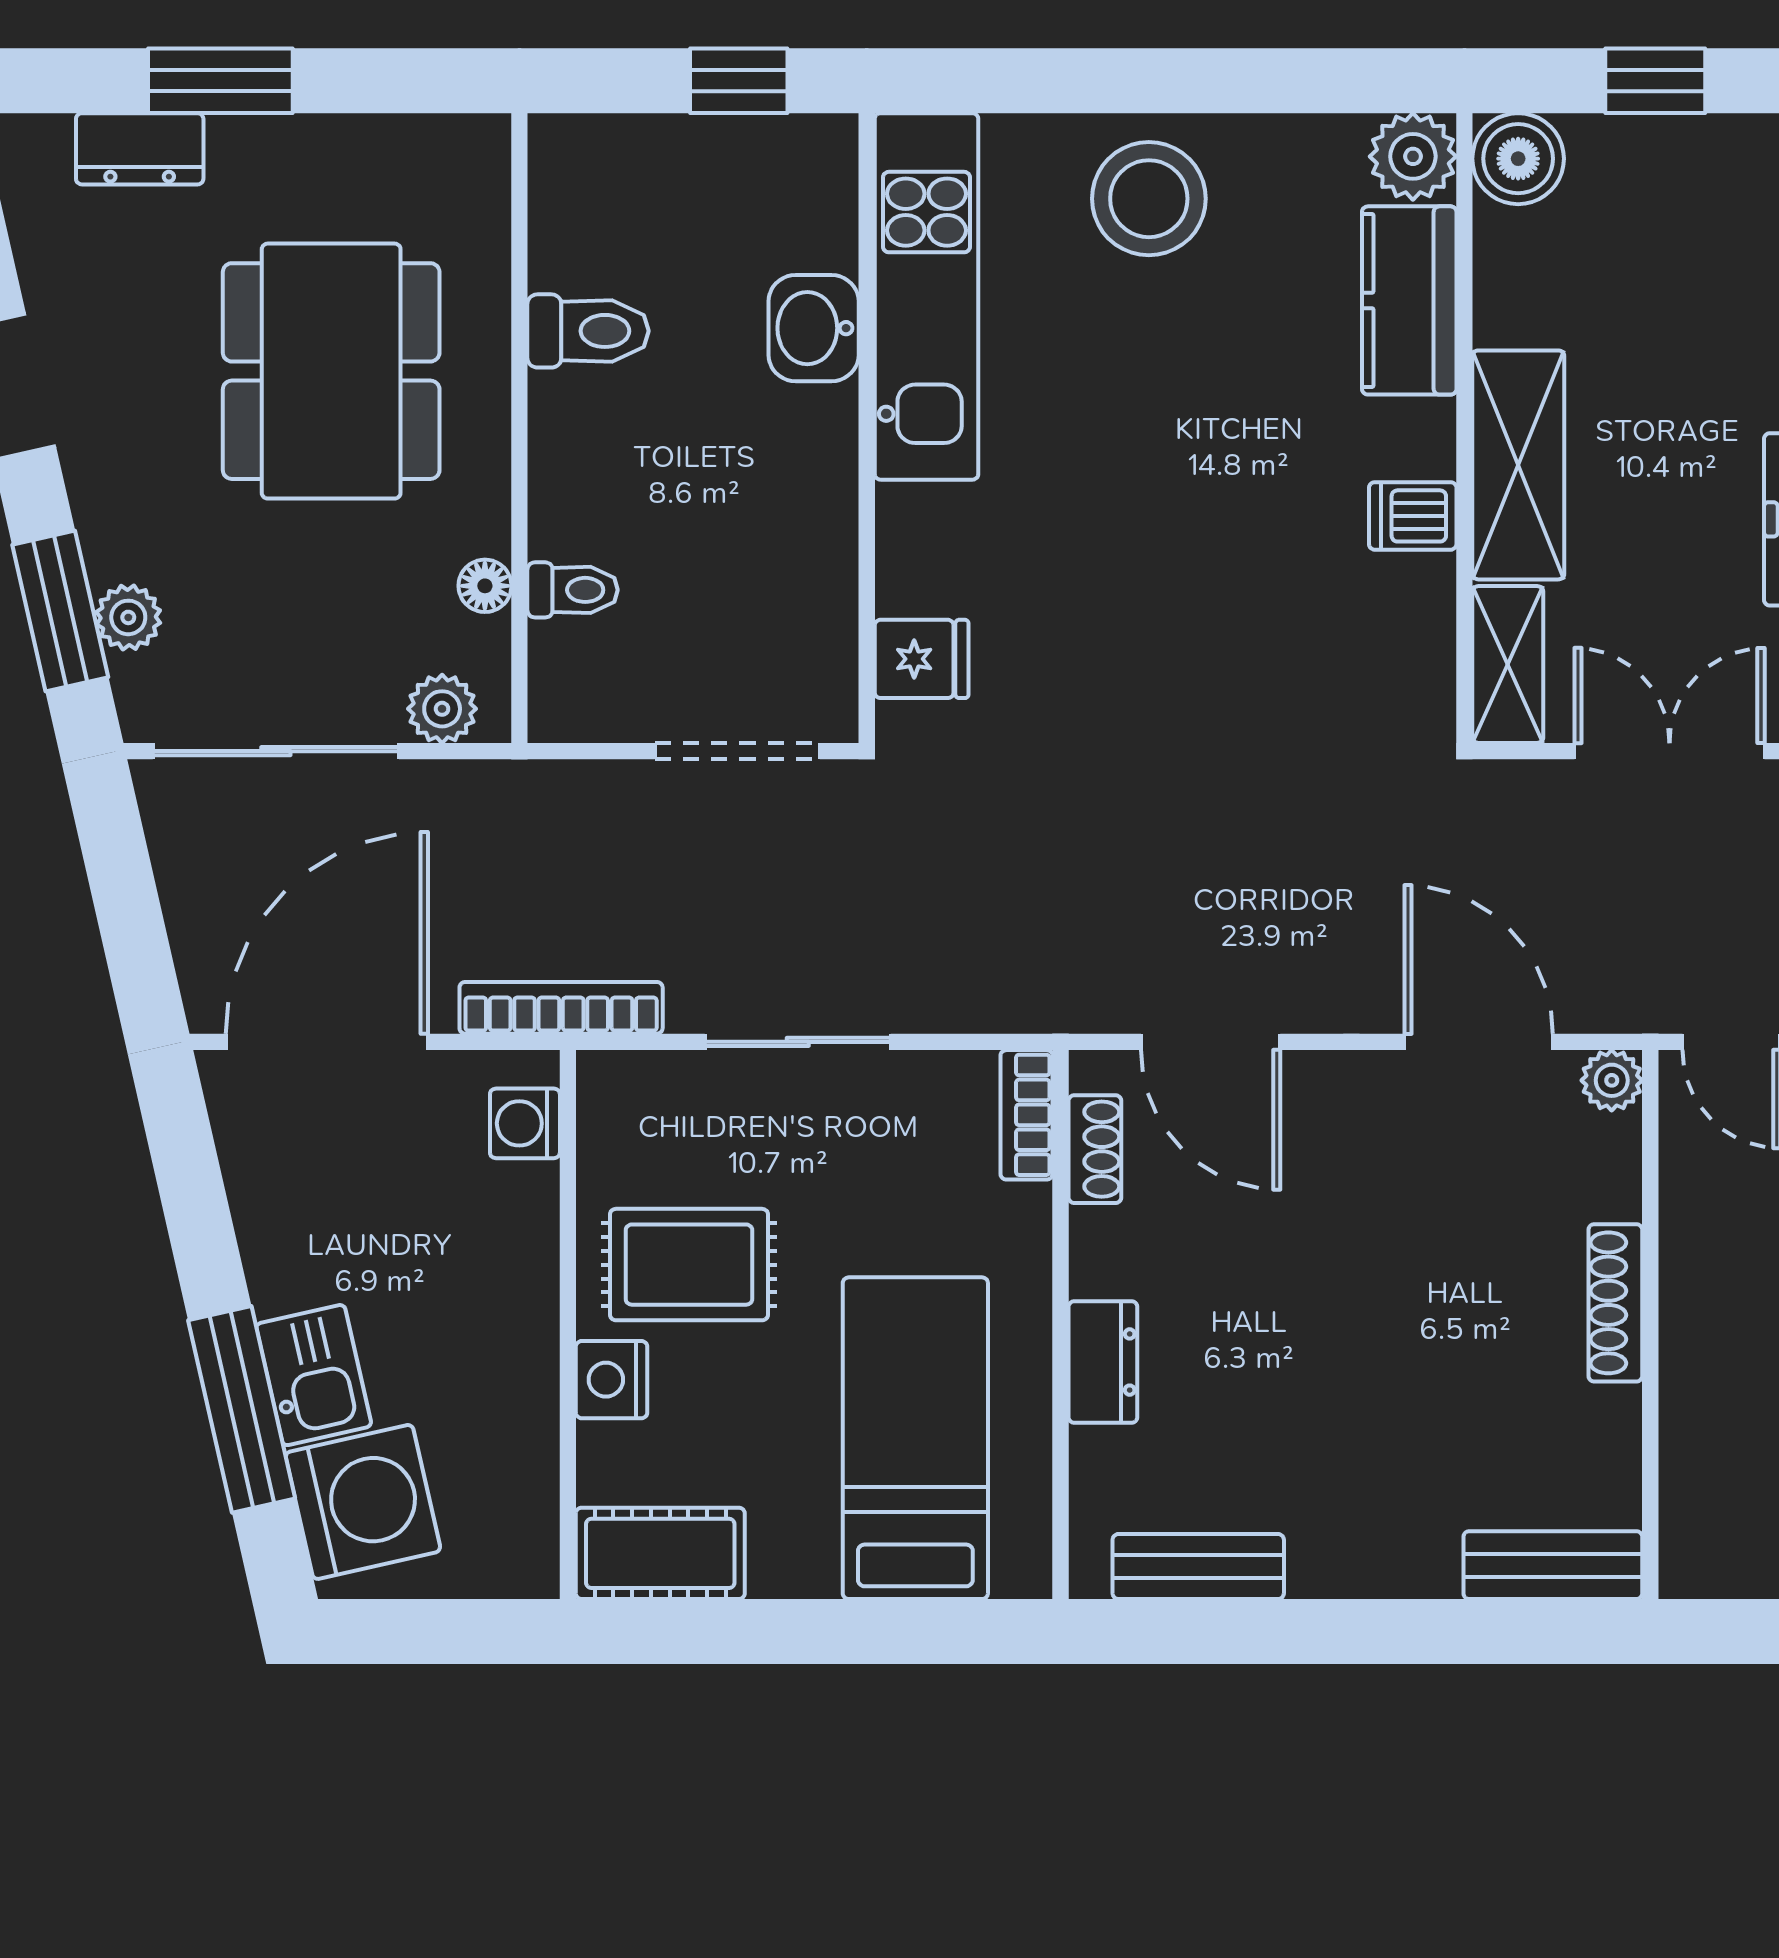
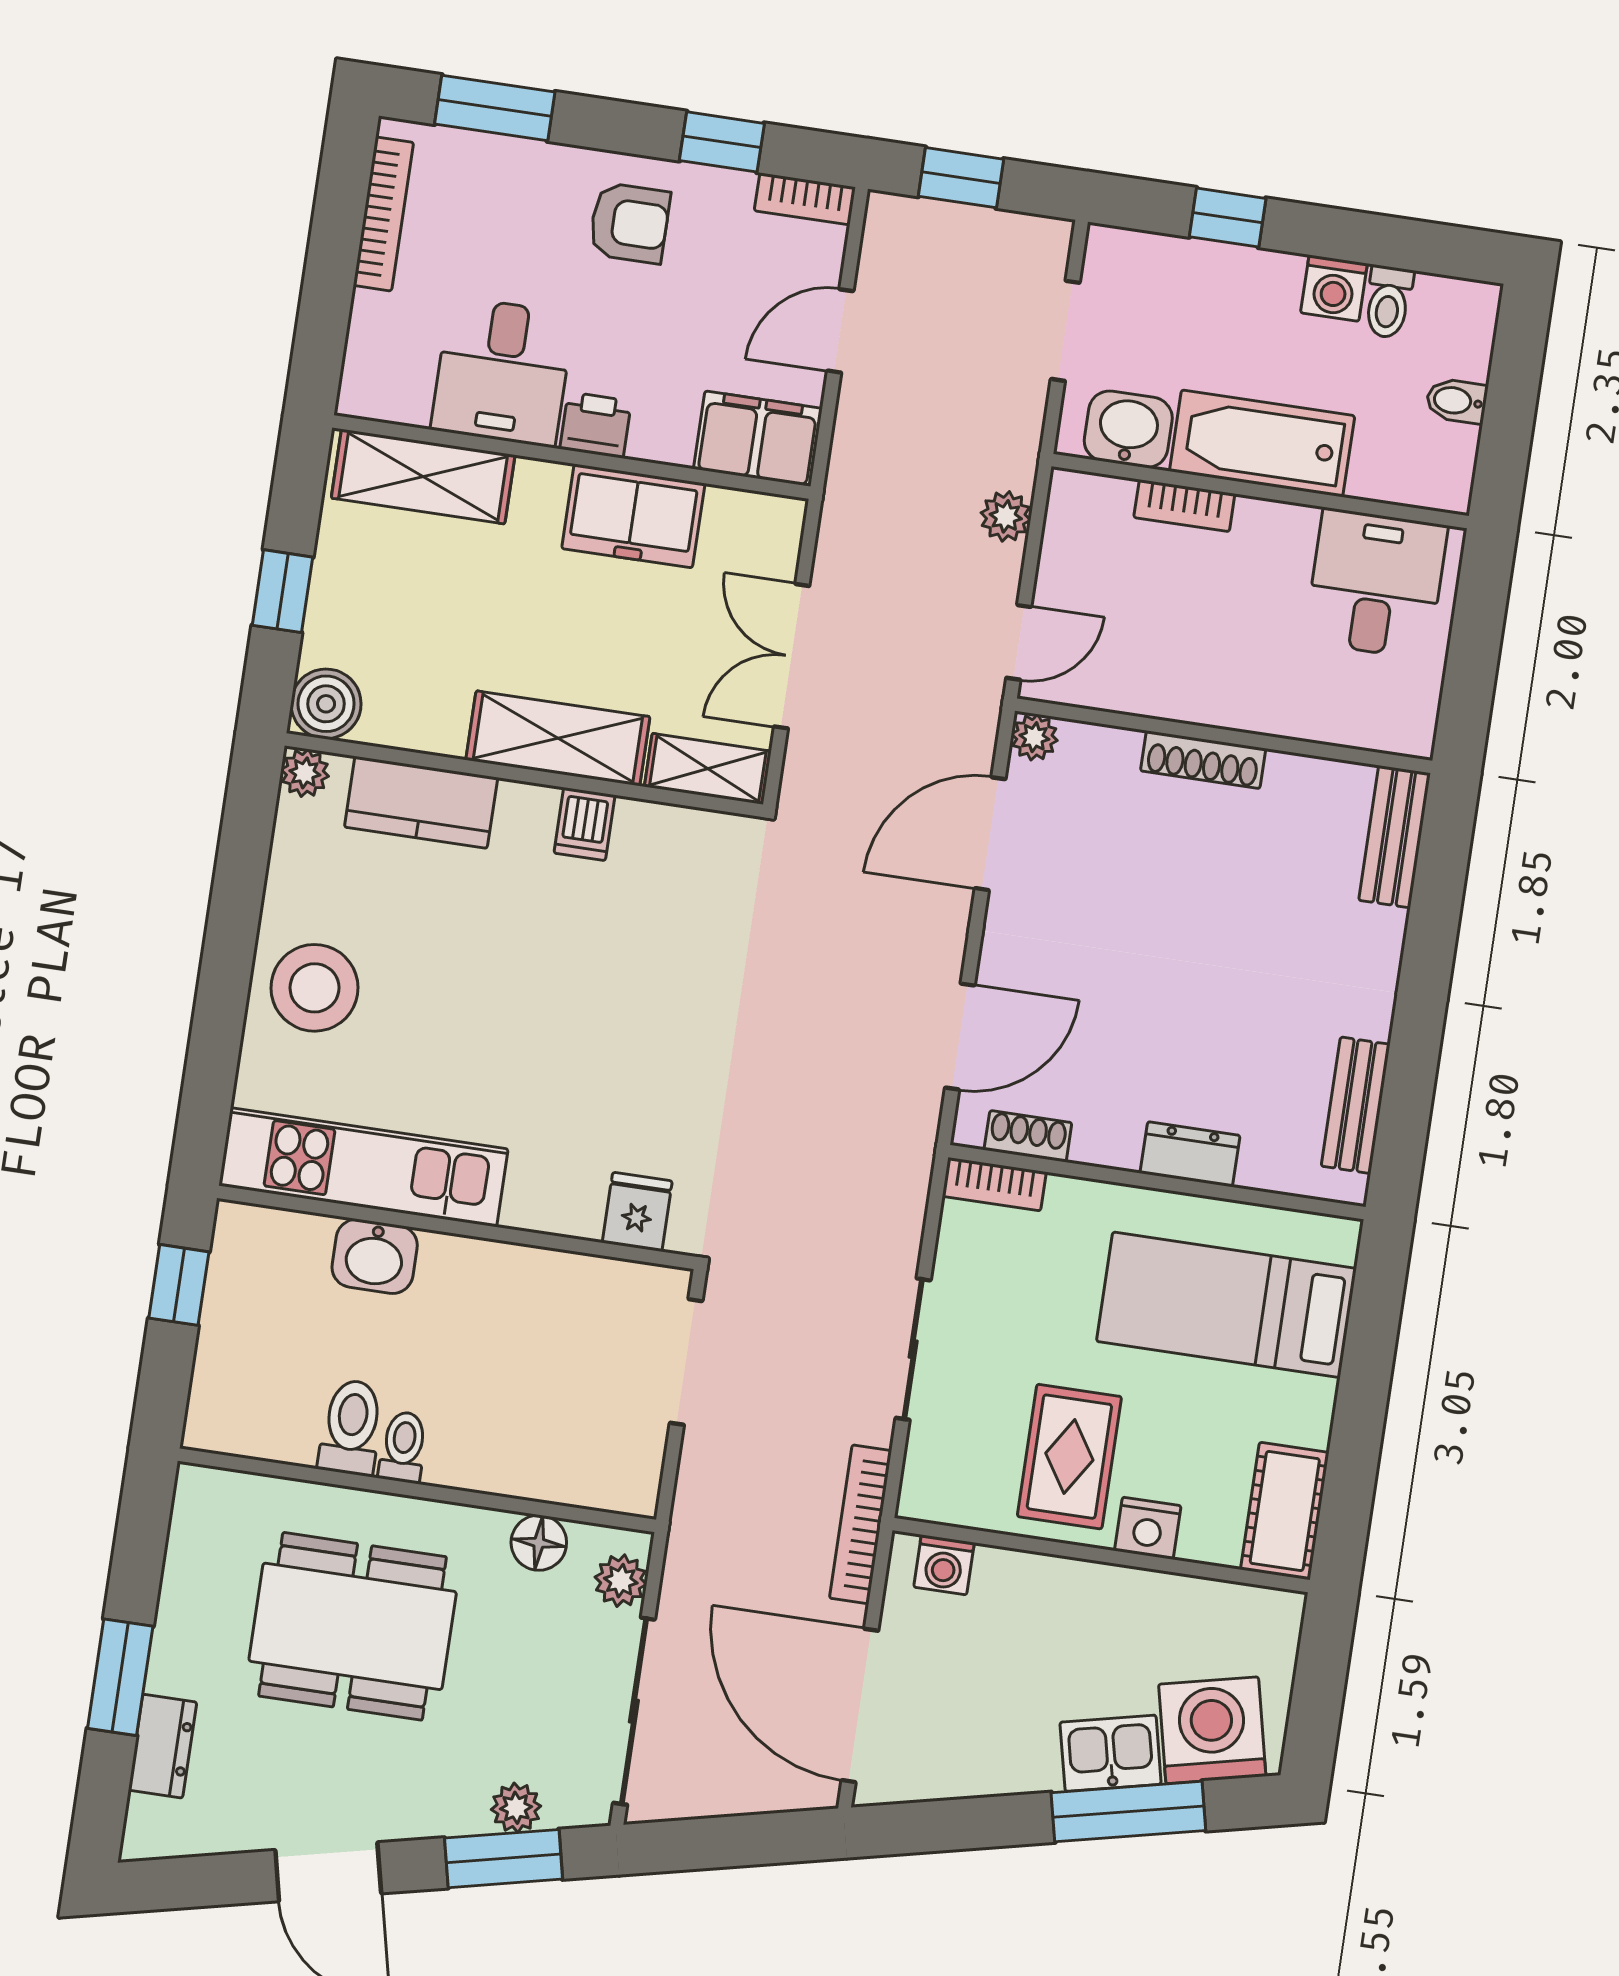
plant: (1413, 156) -> (305, 773), width x0.73, depth x0.73
floor lamp: (485, 586) -> (539, 1543), width x1.37, depth x1.37
toilet: (573, 590) -> (403, 1447), moved

